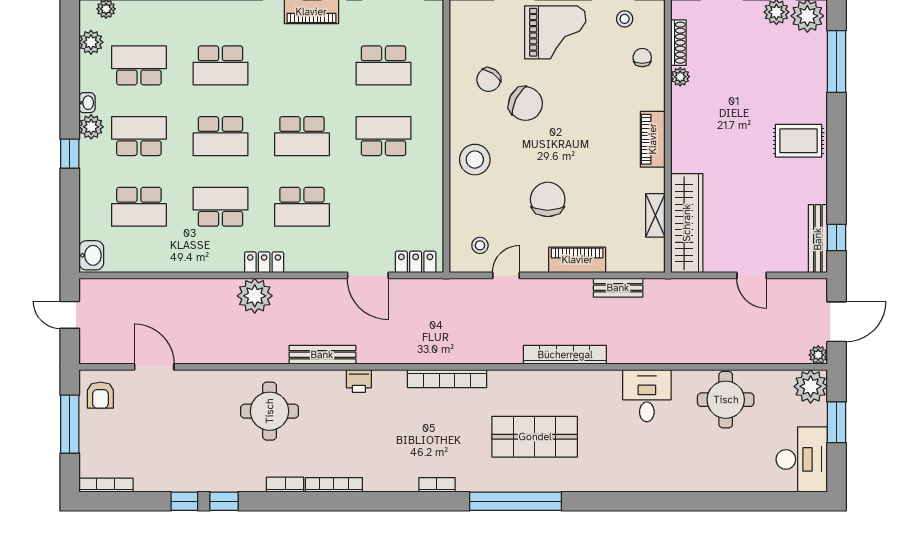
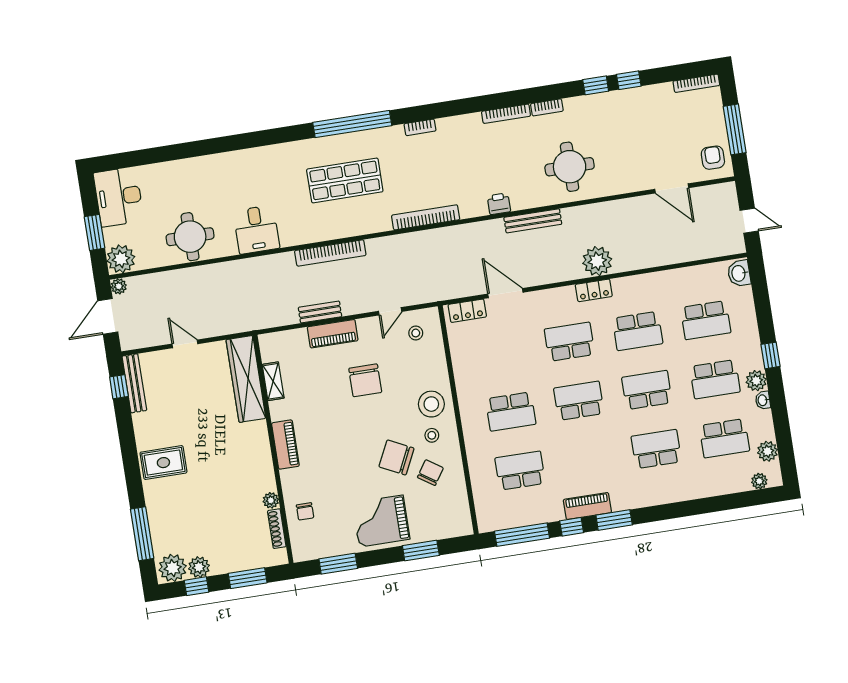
stool: (625, 19) -> (432, 435), moved
school desk: (139, 207) -> (706, 320), turned 180
bench: (618, 288) -> (320, 312), moved

